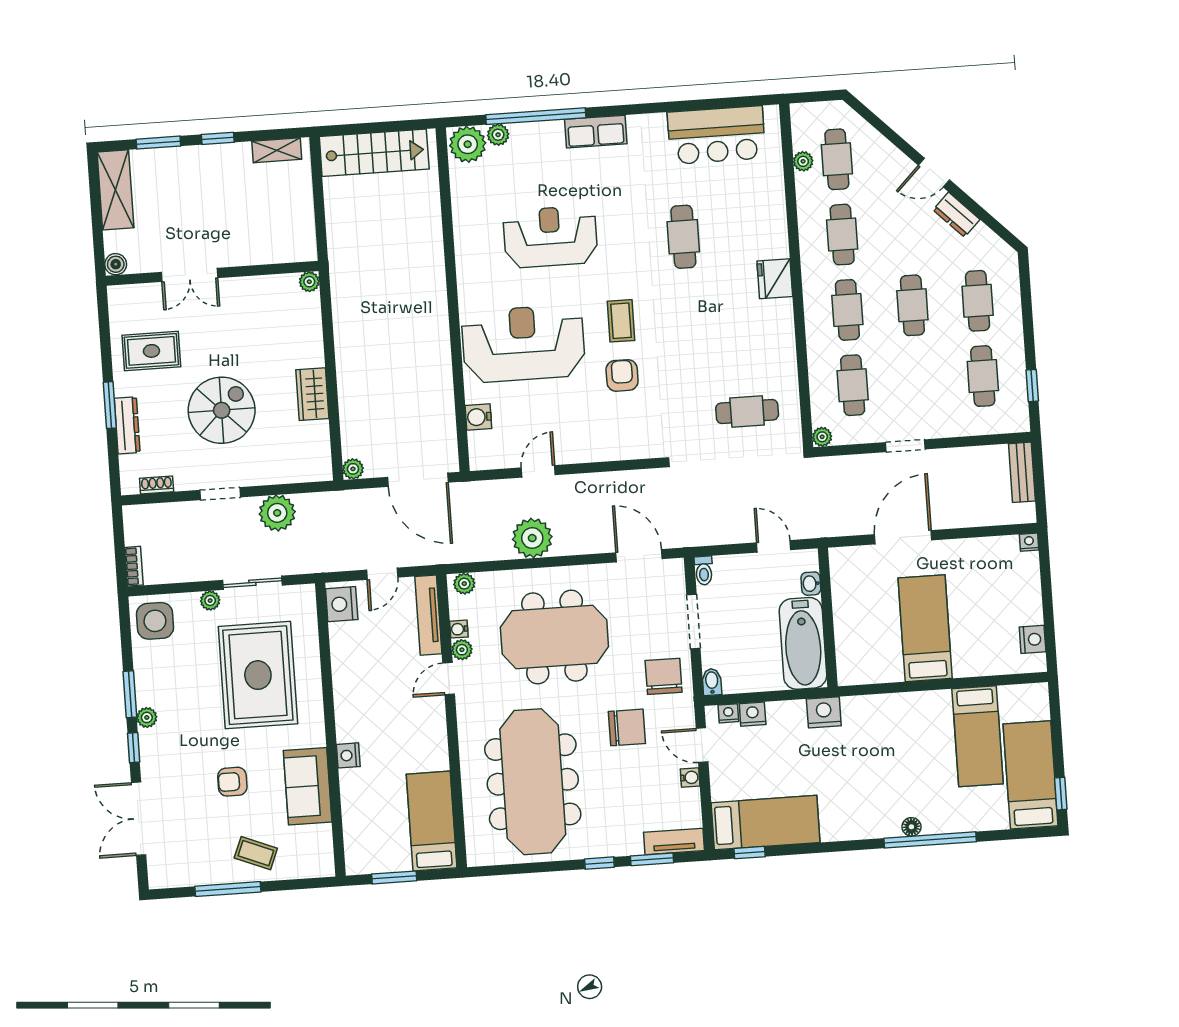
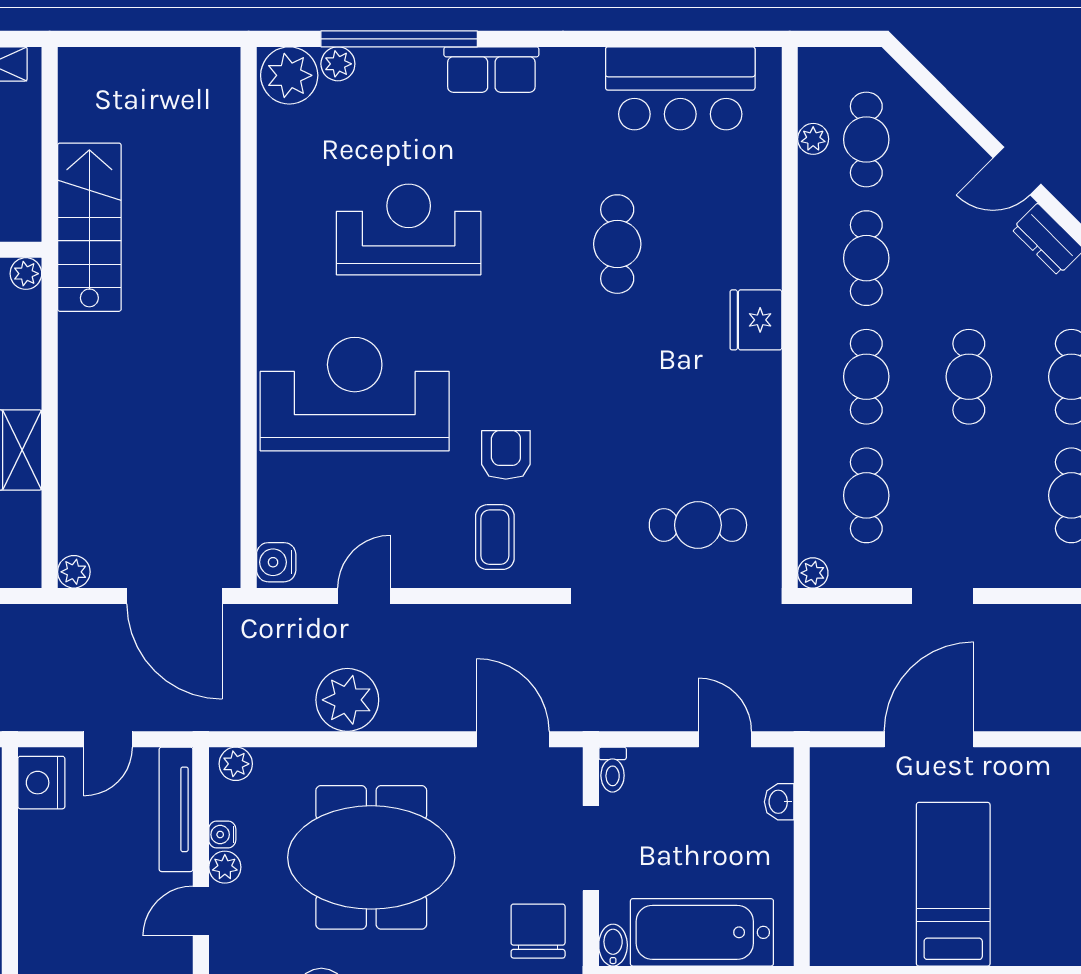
stairs: (374, 153) -> (89, 227), moved, turned -90
coffee table: (621, 321) -> (495, 537), moved
water cooler: (478, 417) -> (276, 562), moved
bathtub: (803, 643) -> (702, 932), moved, turned 90

